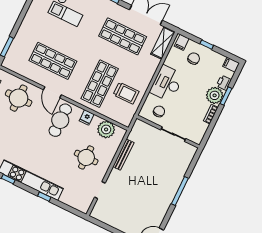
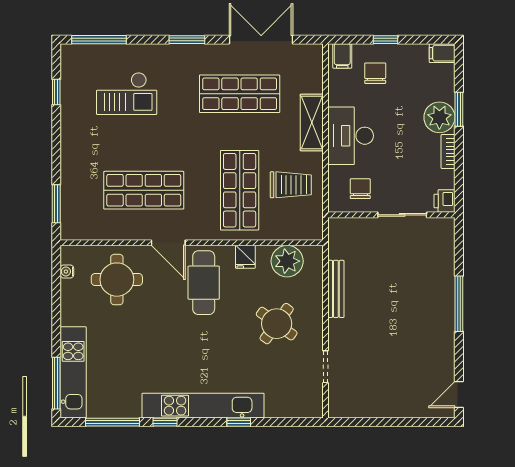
shelving: (163, 43) -> (312, 123), moved
printer: (224, 83) -> (444, 201), moved
round table: (86, 157) -> (277, 324), turned 36

